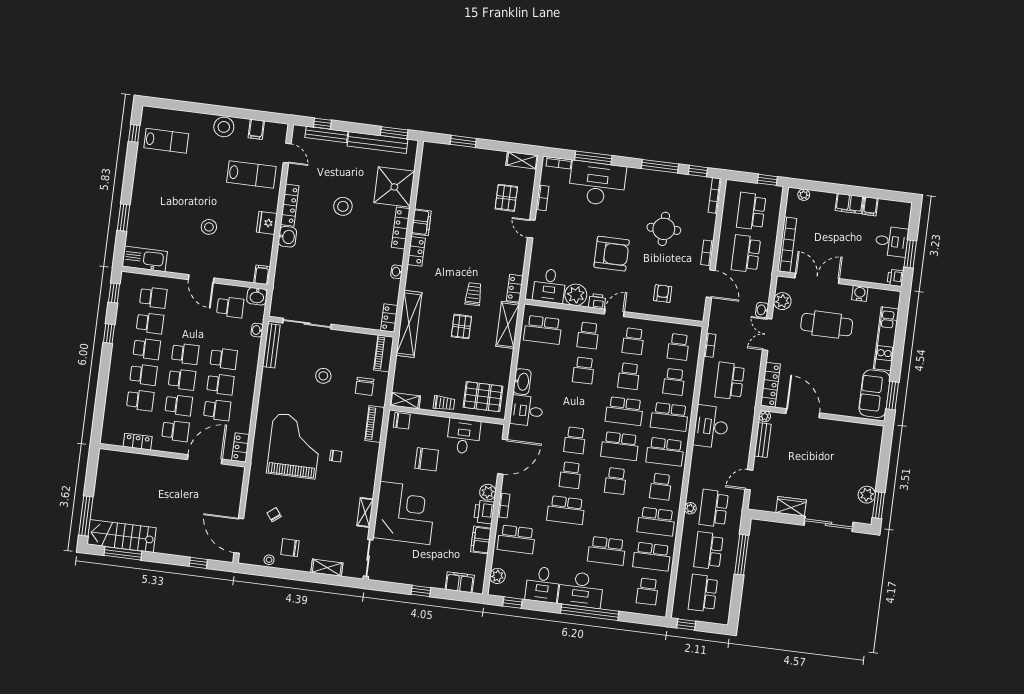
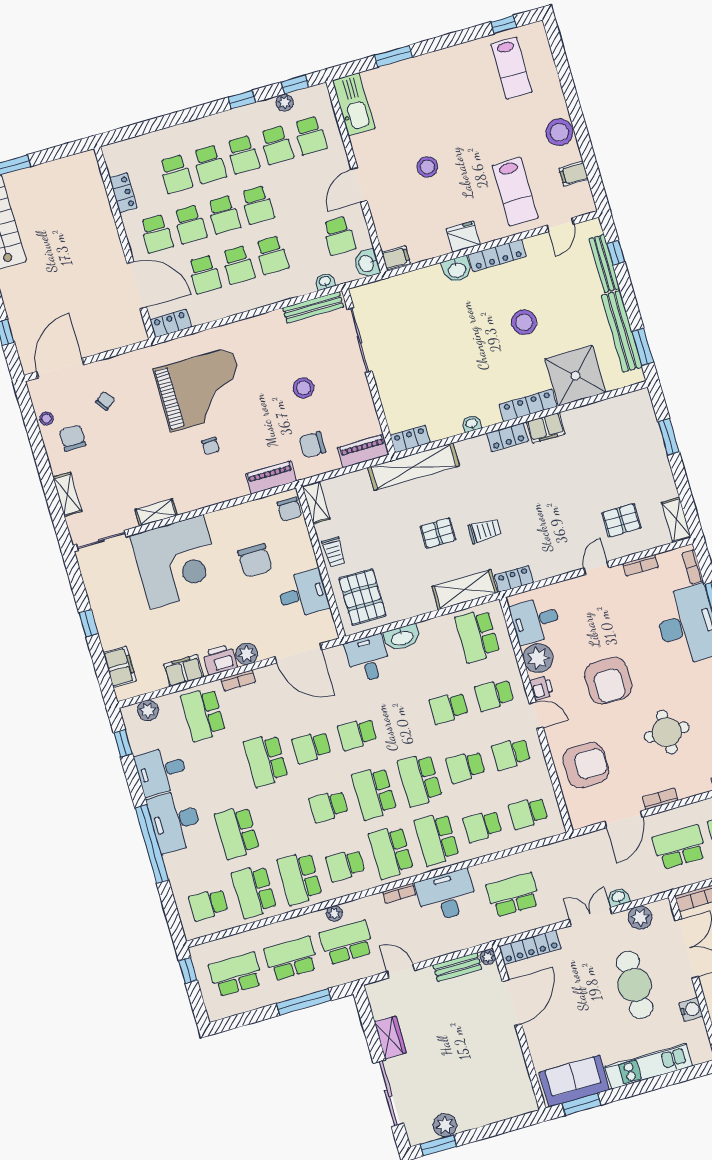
armchair: (663, 294) -> (586, 765), width x1.88, depth x1.88
plant: (123, 305) -> (285, 103), added
bookcase: (710, 345) -> (399, 893), moved

